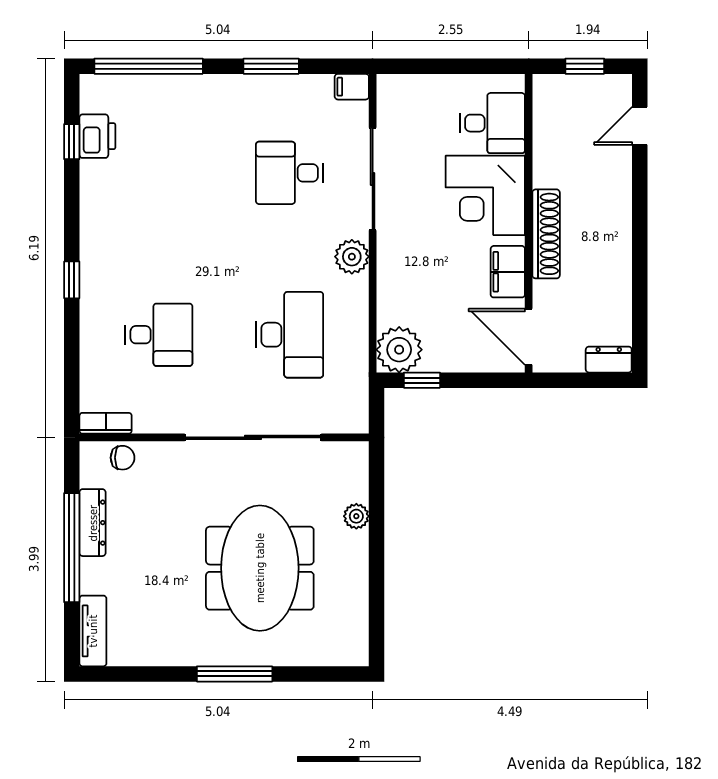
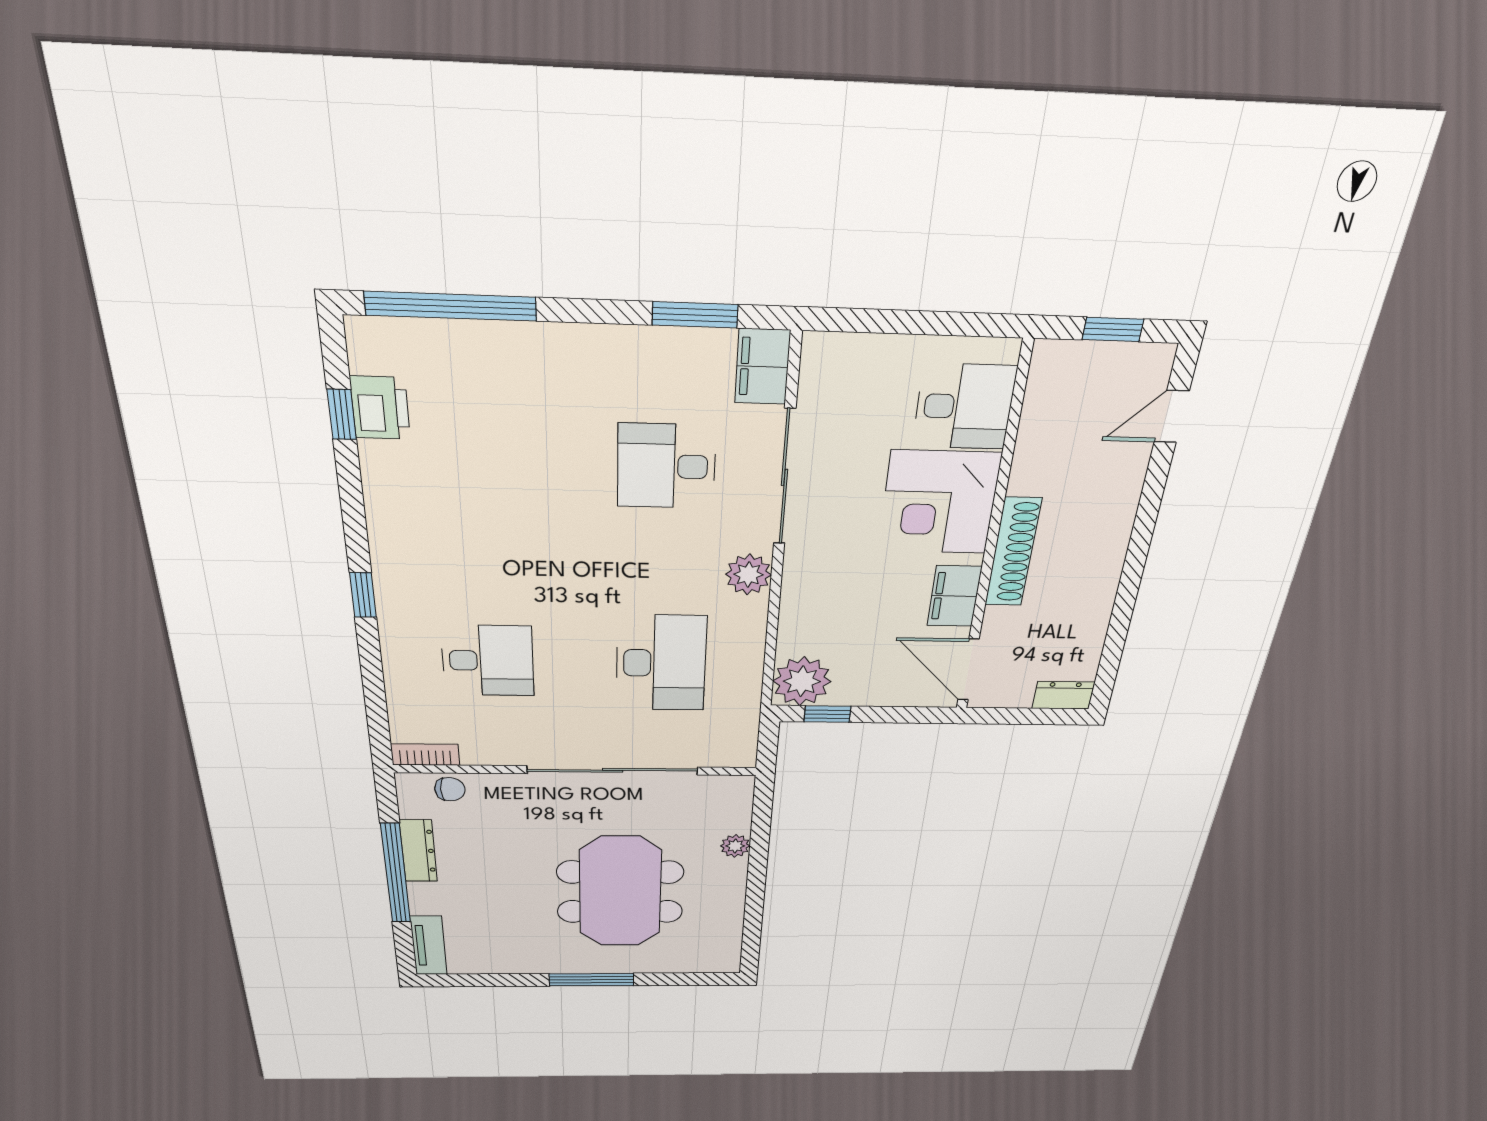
window: (271, 66) -> (695, 315), moved
filing cabinet: (352, 87) -> (763, 367), width x2.00

